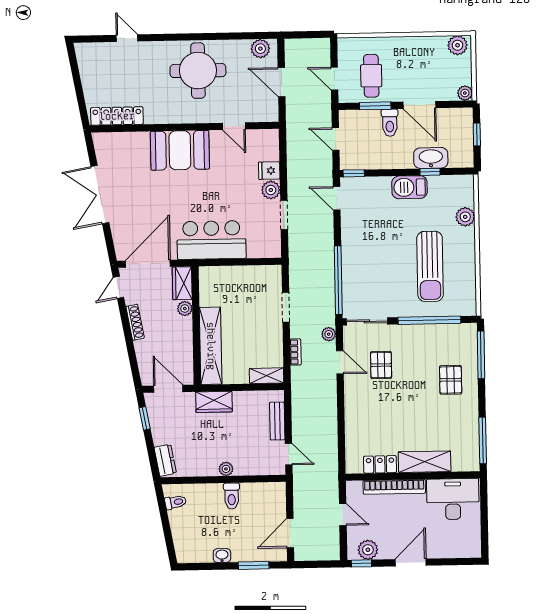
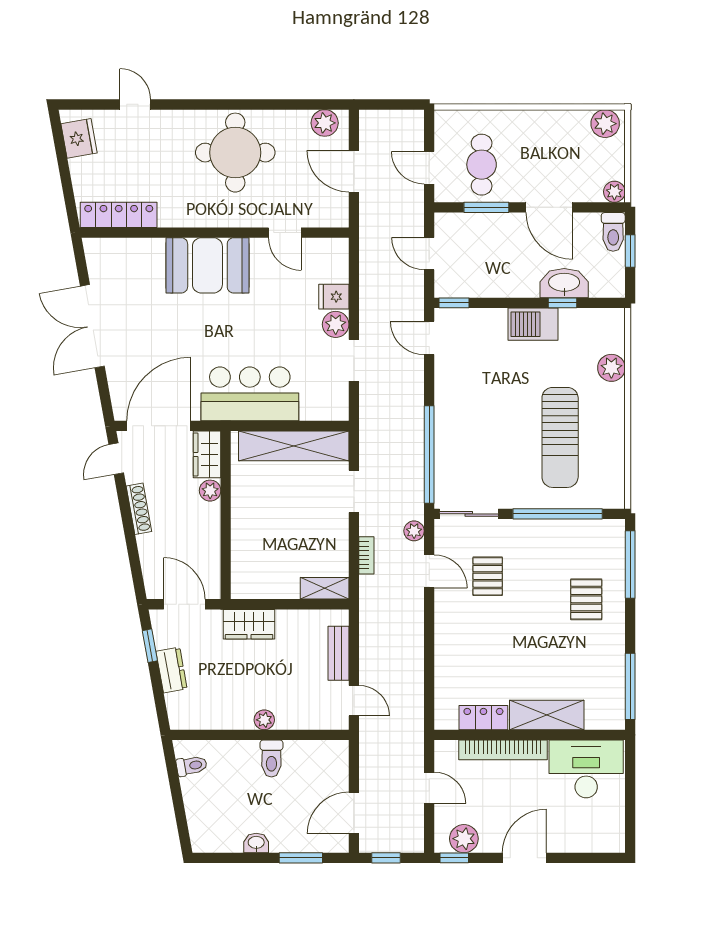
fridge: (88, 63) -> (79, 138), added
toilet: (390, 123) -> (613, 232), moved
shelving: (211, 346) -> (294, 446), moved, turned 90
dresser: (165, 460) -> (172, 670), moved
window: (313, 564) -> (386, 858), added

